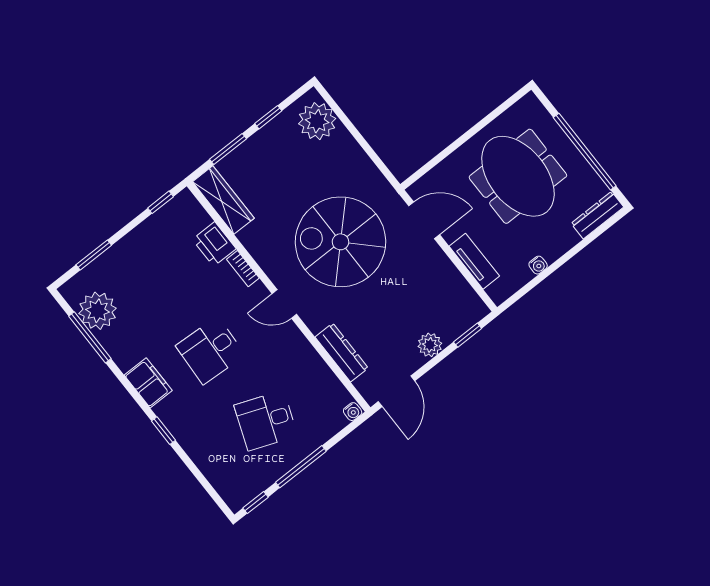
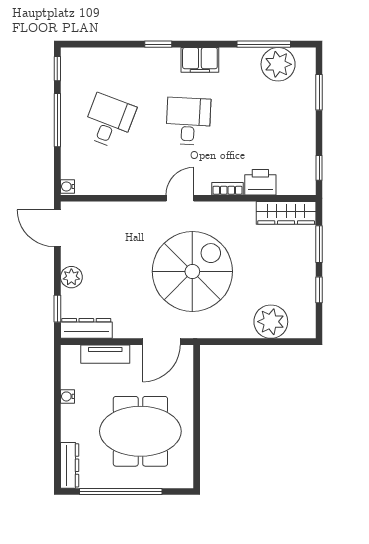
plant: (317, 121) -> (271, 322), moved
dresser: (342, 352) -> (86, 328), moved, turned 180

